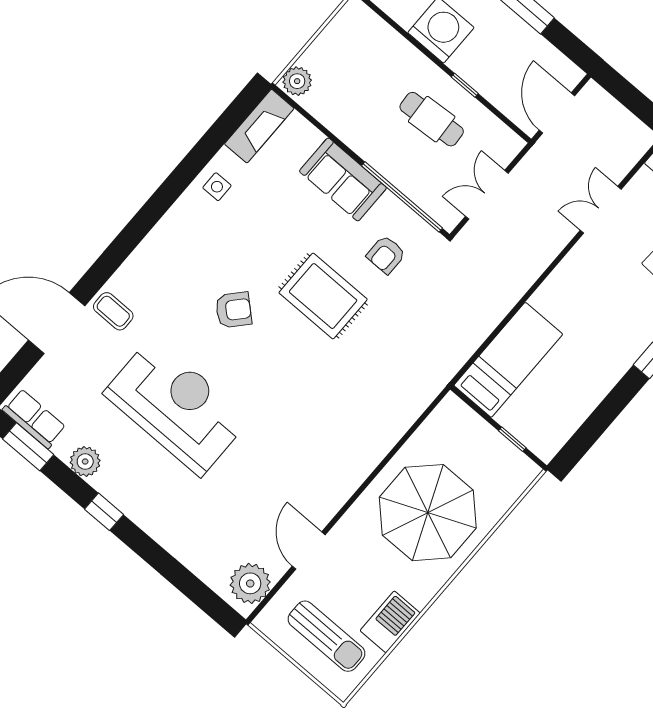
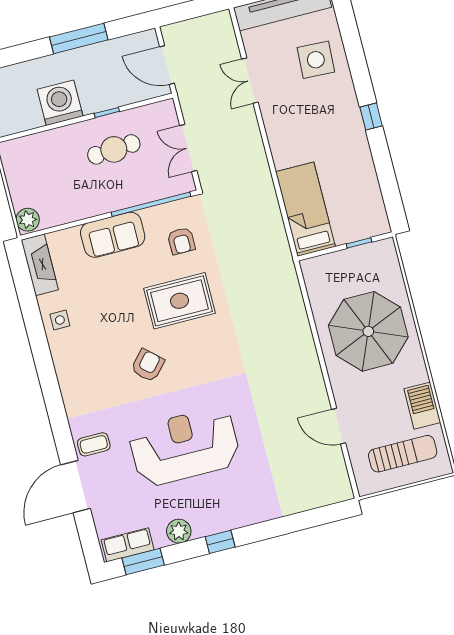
plant: (250, 583) -> (333, 479), removed

